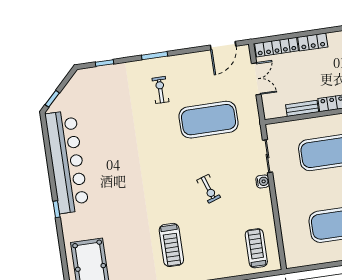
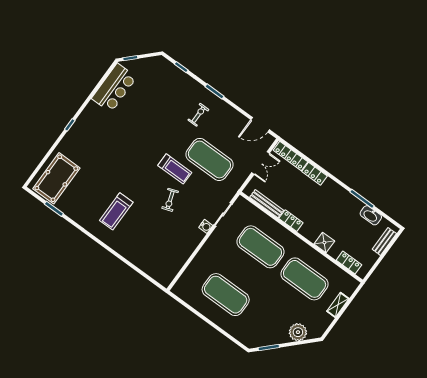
bench: (302, 108) -> (267, 204), width x1.36
bar counter: (67, 162) -> (114, 88), width x0.54
treadmill: (256, 248) -> (175, 169), moved, turned 90

